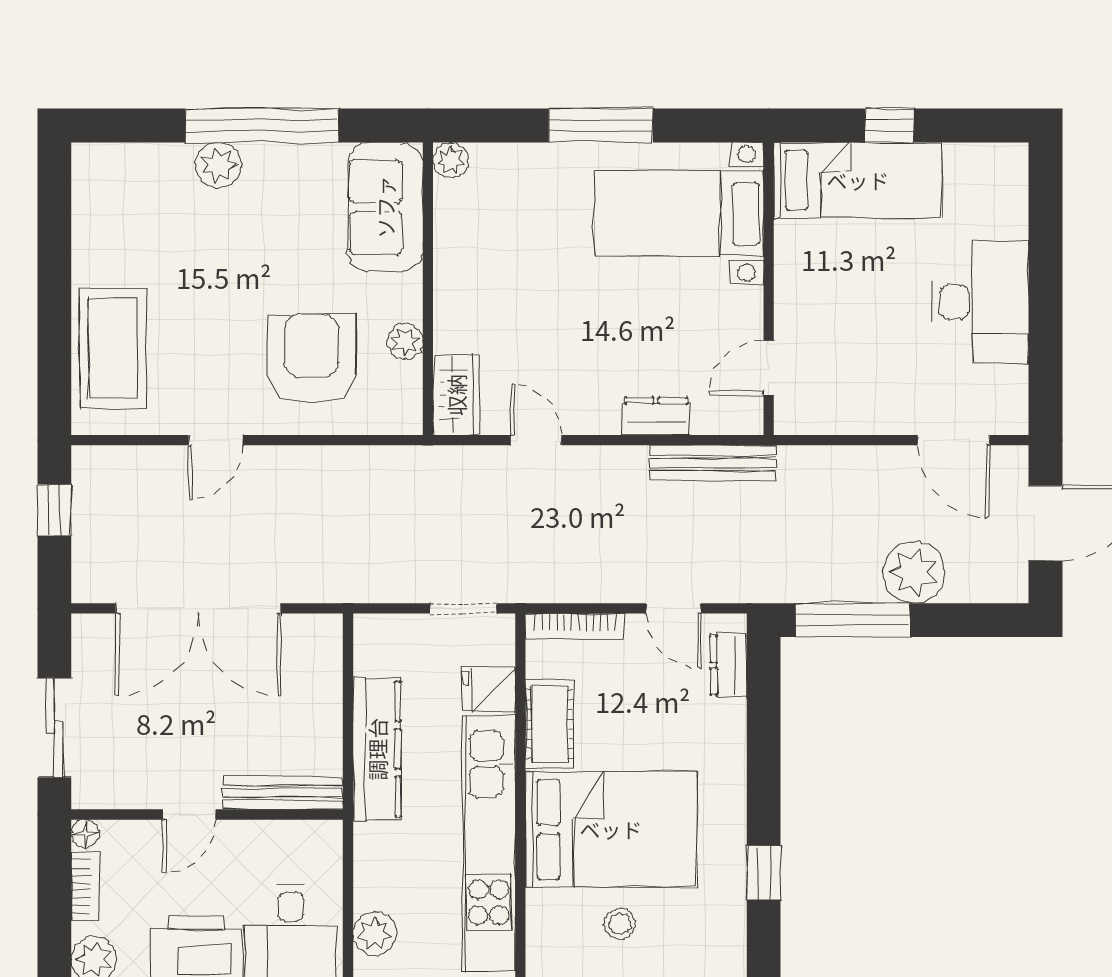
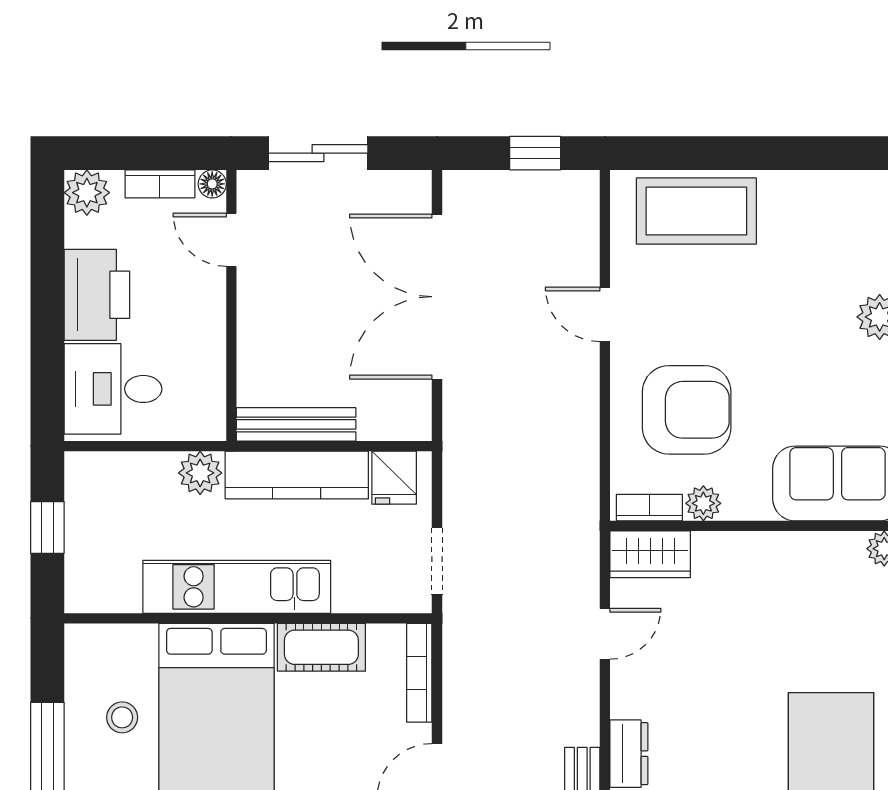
bookcase: (410, 396) -> (649, 508), added
fridge: (489, 689) -> (394, 478), moved, turned 180
bench: (283, 793) -> (296, 424), moved, turned 90
door: (190, 815) -> (231, 240), moved
kitchen unit: (489, 843) -> (237, 587), width x0.73
plant: (375, 934) -> (200, 473), moved

